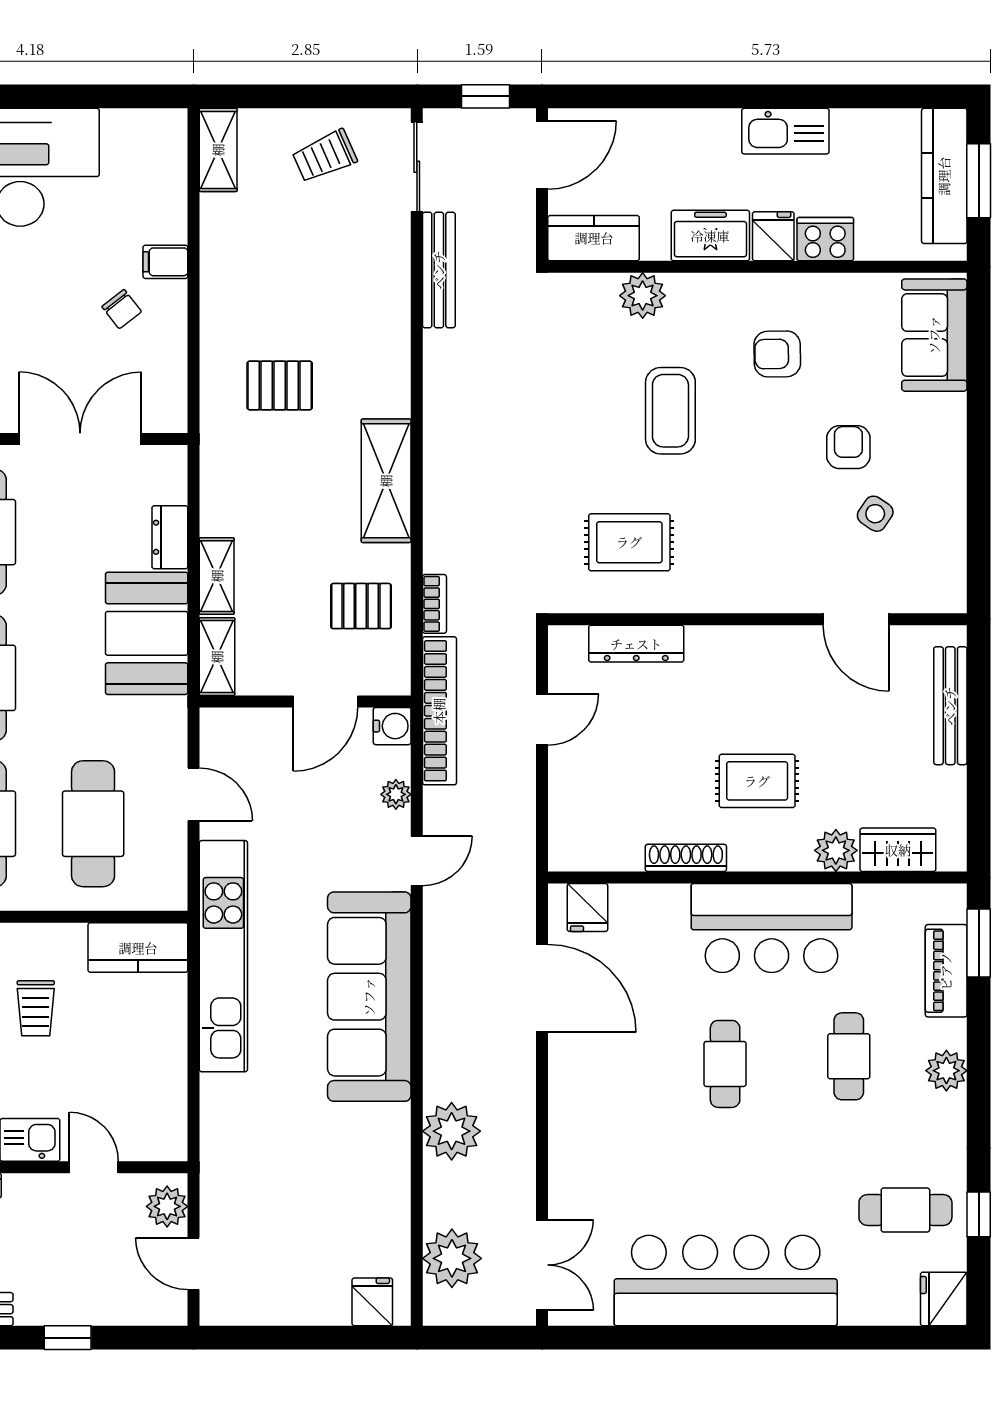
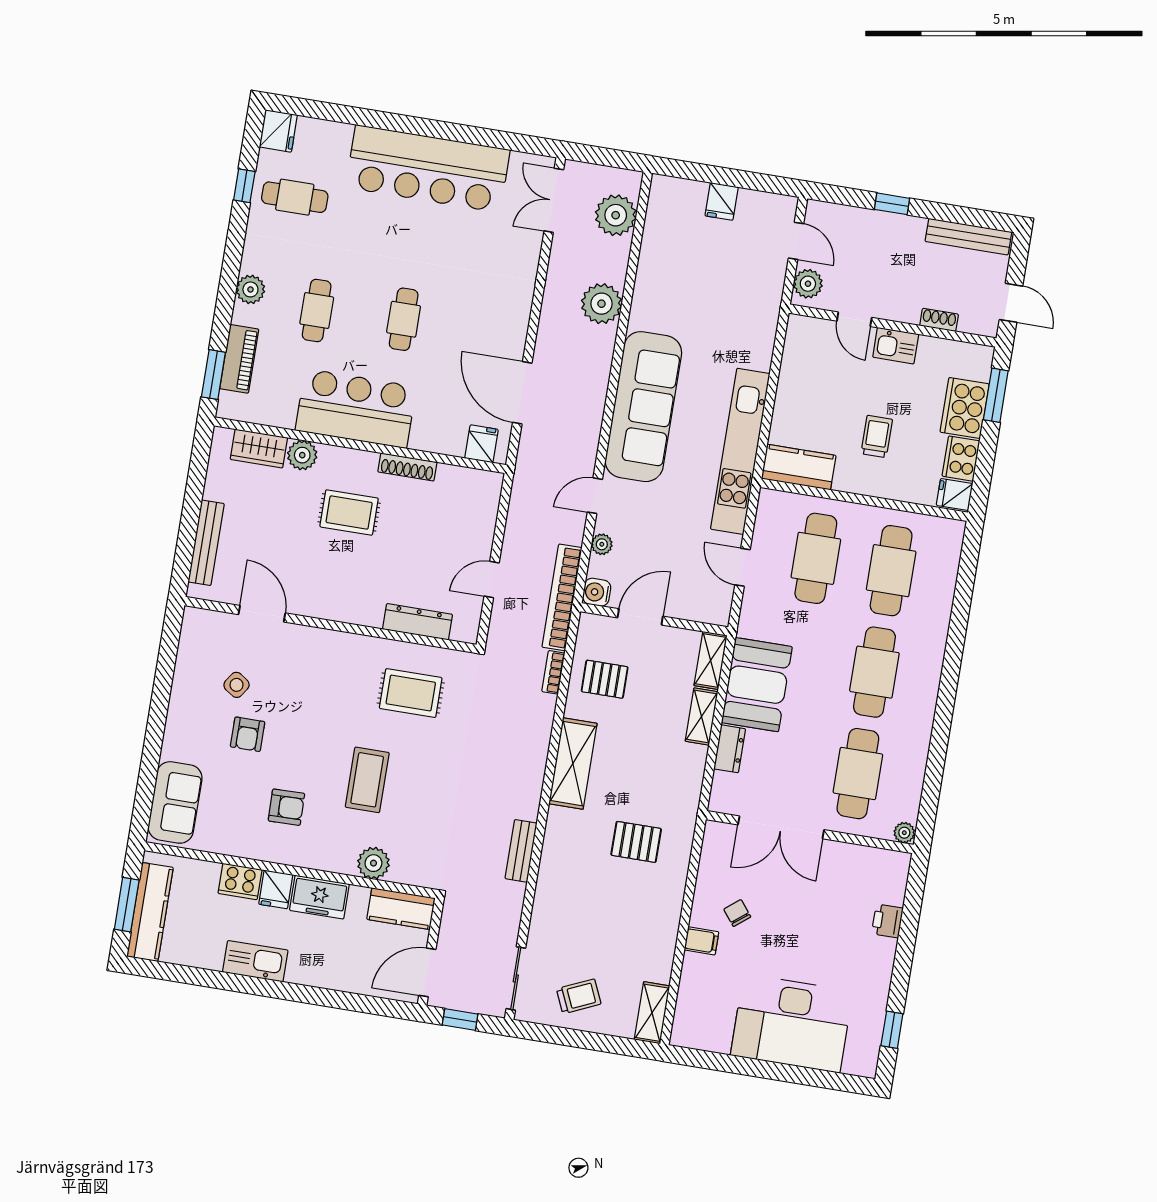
bench: (439, 270) -> (521, 851), moved, width x0.73
fridge: (372, 1302) -> (722, 201), moved

